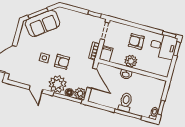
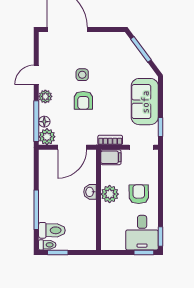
sofa: (43, 23) -> (145, 102), moved, turned 37
plant: (57, 84) -> (45, 96), width x0.53, depth x0.53
toilet: (125, 102) -> (52, 230), moved

